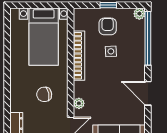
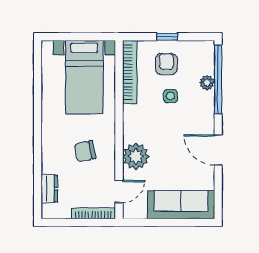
plant: (139, 14) -> (207, 83), moved
bookcase: (79, 56) -> (130, 72), moved
plant: (79, 103) -> (136, 156), width x1.88, depth x1.88

